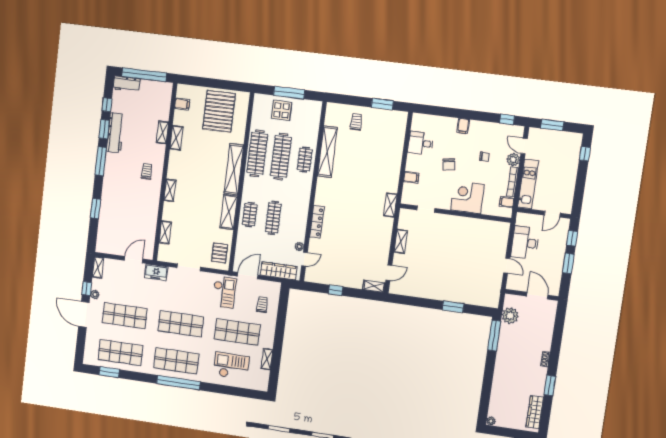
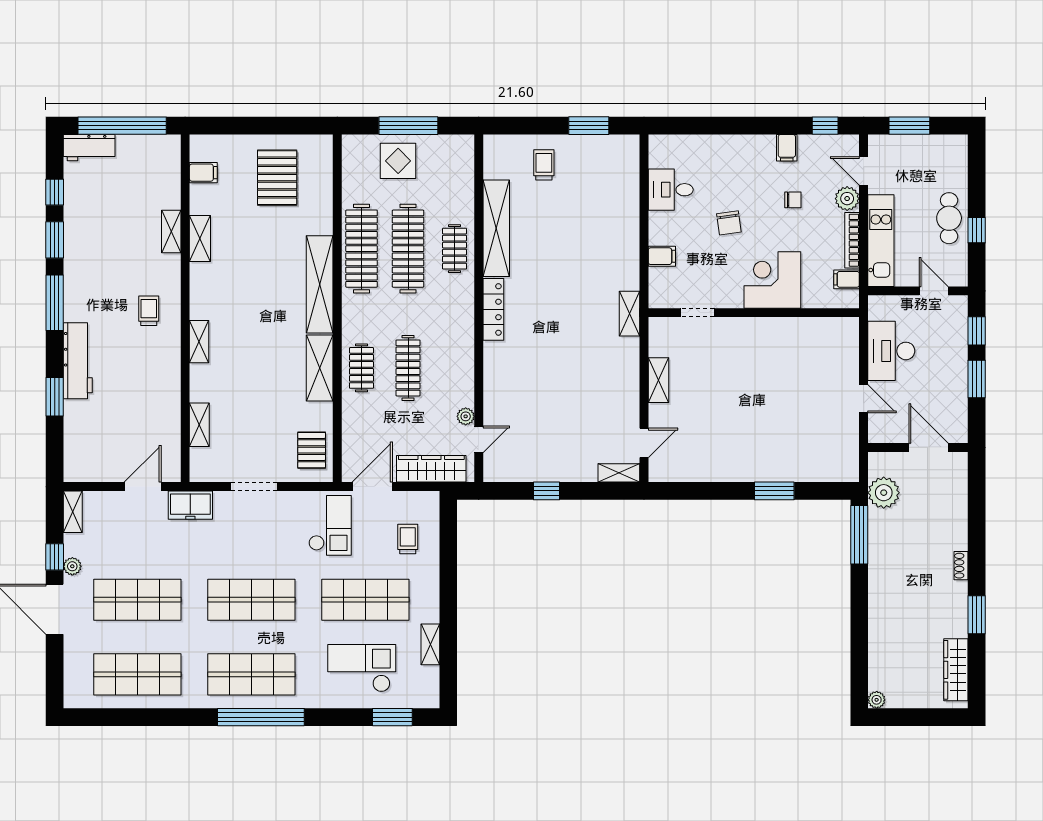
pallet: (219, 111) -> (277, 178), width x0.73, depth x0.71
filing cabinet: (463, 126) -> (787, 148), moved
workbench: (115, 133) -> (78, 361), moved
window: (585, 154) -> (977, 230), moved
cafe table: (566, 177) -> (949, 218), added
door: (552, 214) -> (934, 291), swing flipped
locker: (317, 222) -> (493, 309), moved
window: (109, 372) -> (392, 717), moved

